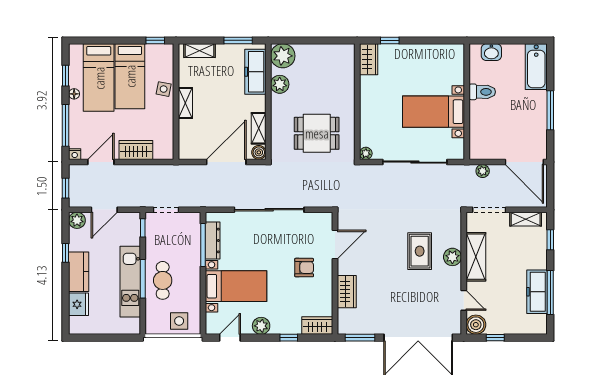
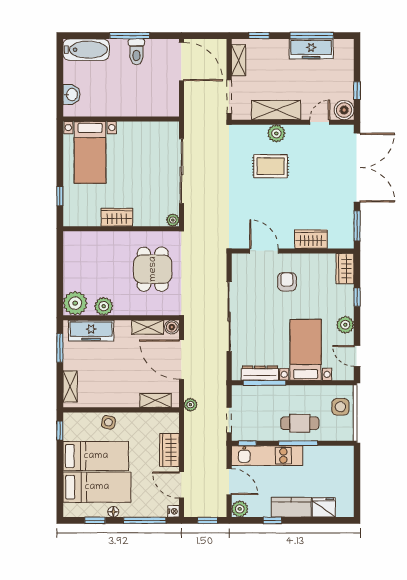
wardrobe: (369, 59) -> (117, 217), moved
toilet: (482, 92) -> (136, 52), moved, turned 180
shelving: (185, 103) -> (156, 400), moved
bed with nightstands: (433, 112) -> (90, 152), moved
door: (524, 162) -> (181, 61), hinge flipped
plant: (483, 171) -> (190, 405), moved
kitchen unit: (130, 282) -> (267, 456), moved

